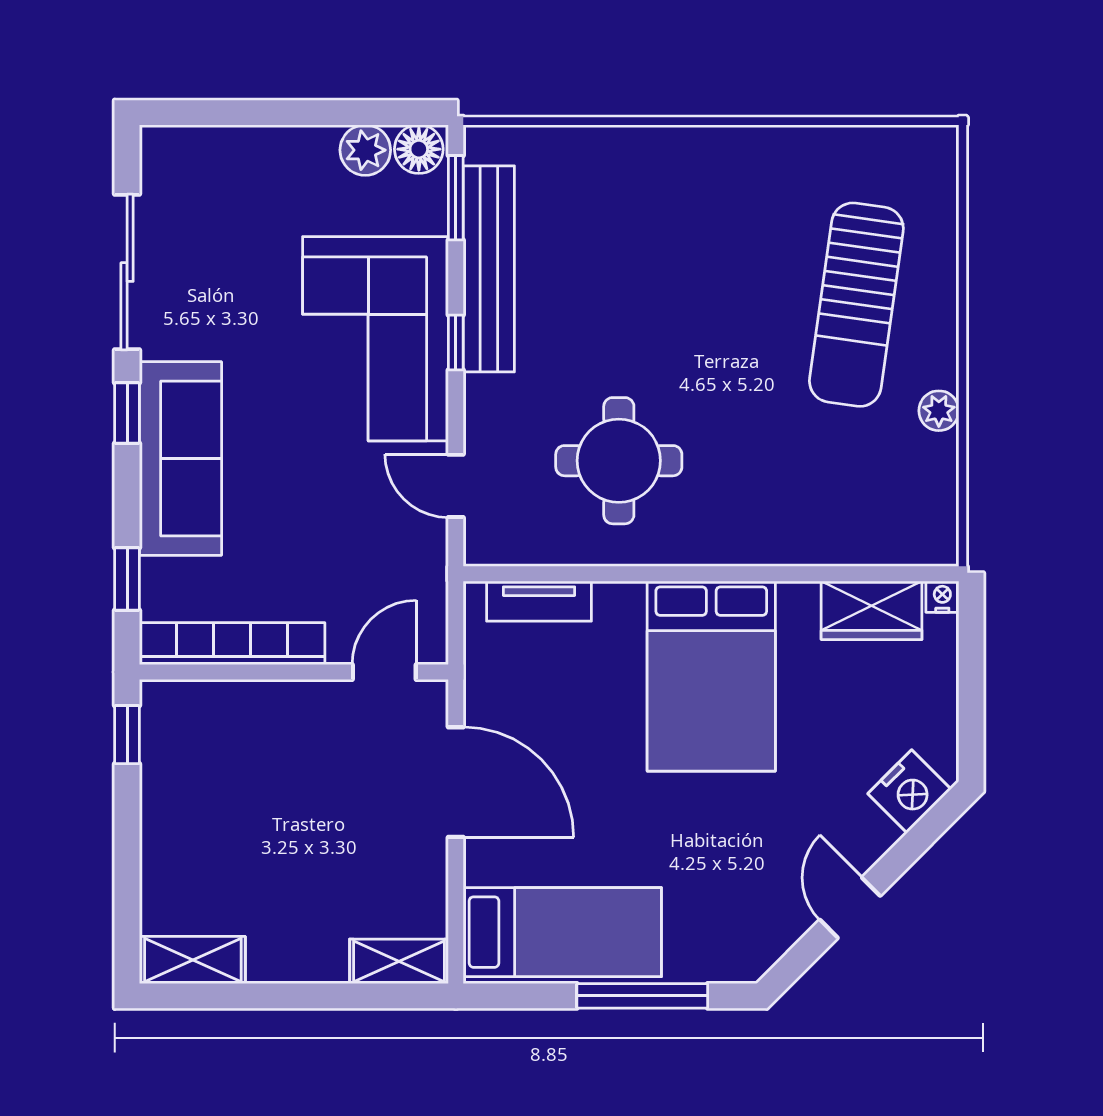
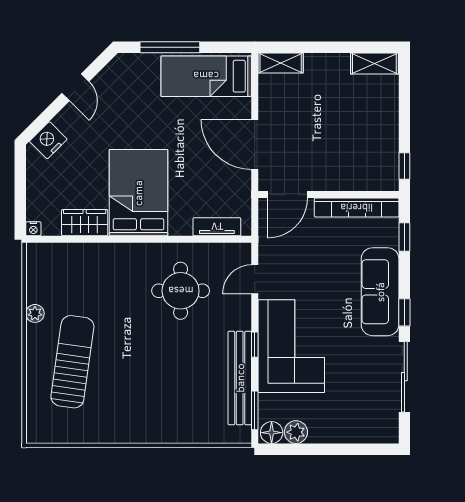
door: (456, 486) -> (255, 279), swing flipped
wardrobe: (872, 610) -> (85, 223), moved
door: (384, 672) -> (287, 195), width x1.38

